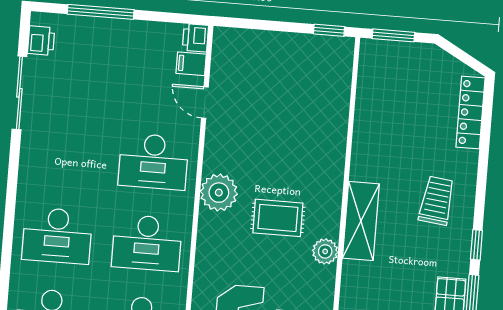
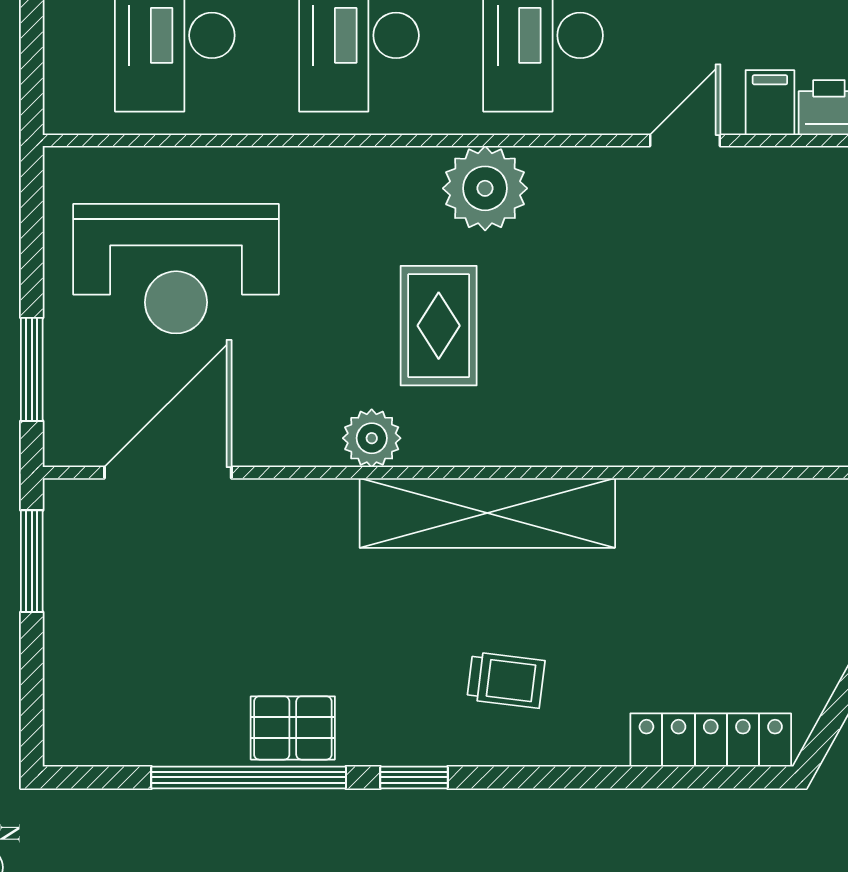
trolley: (437, 201) -> (506, 680), width x0.73, depth x0.72
shelving: (361, 221) -> (487, 513), width x1.47

